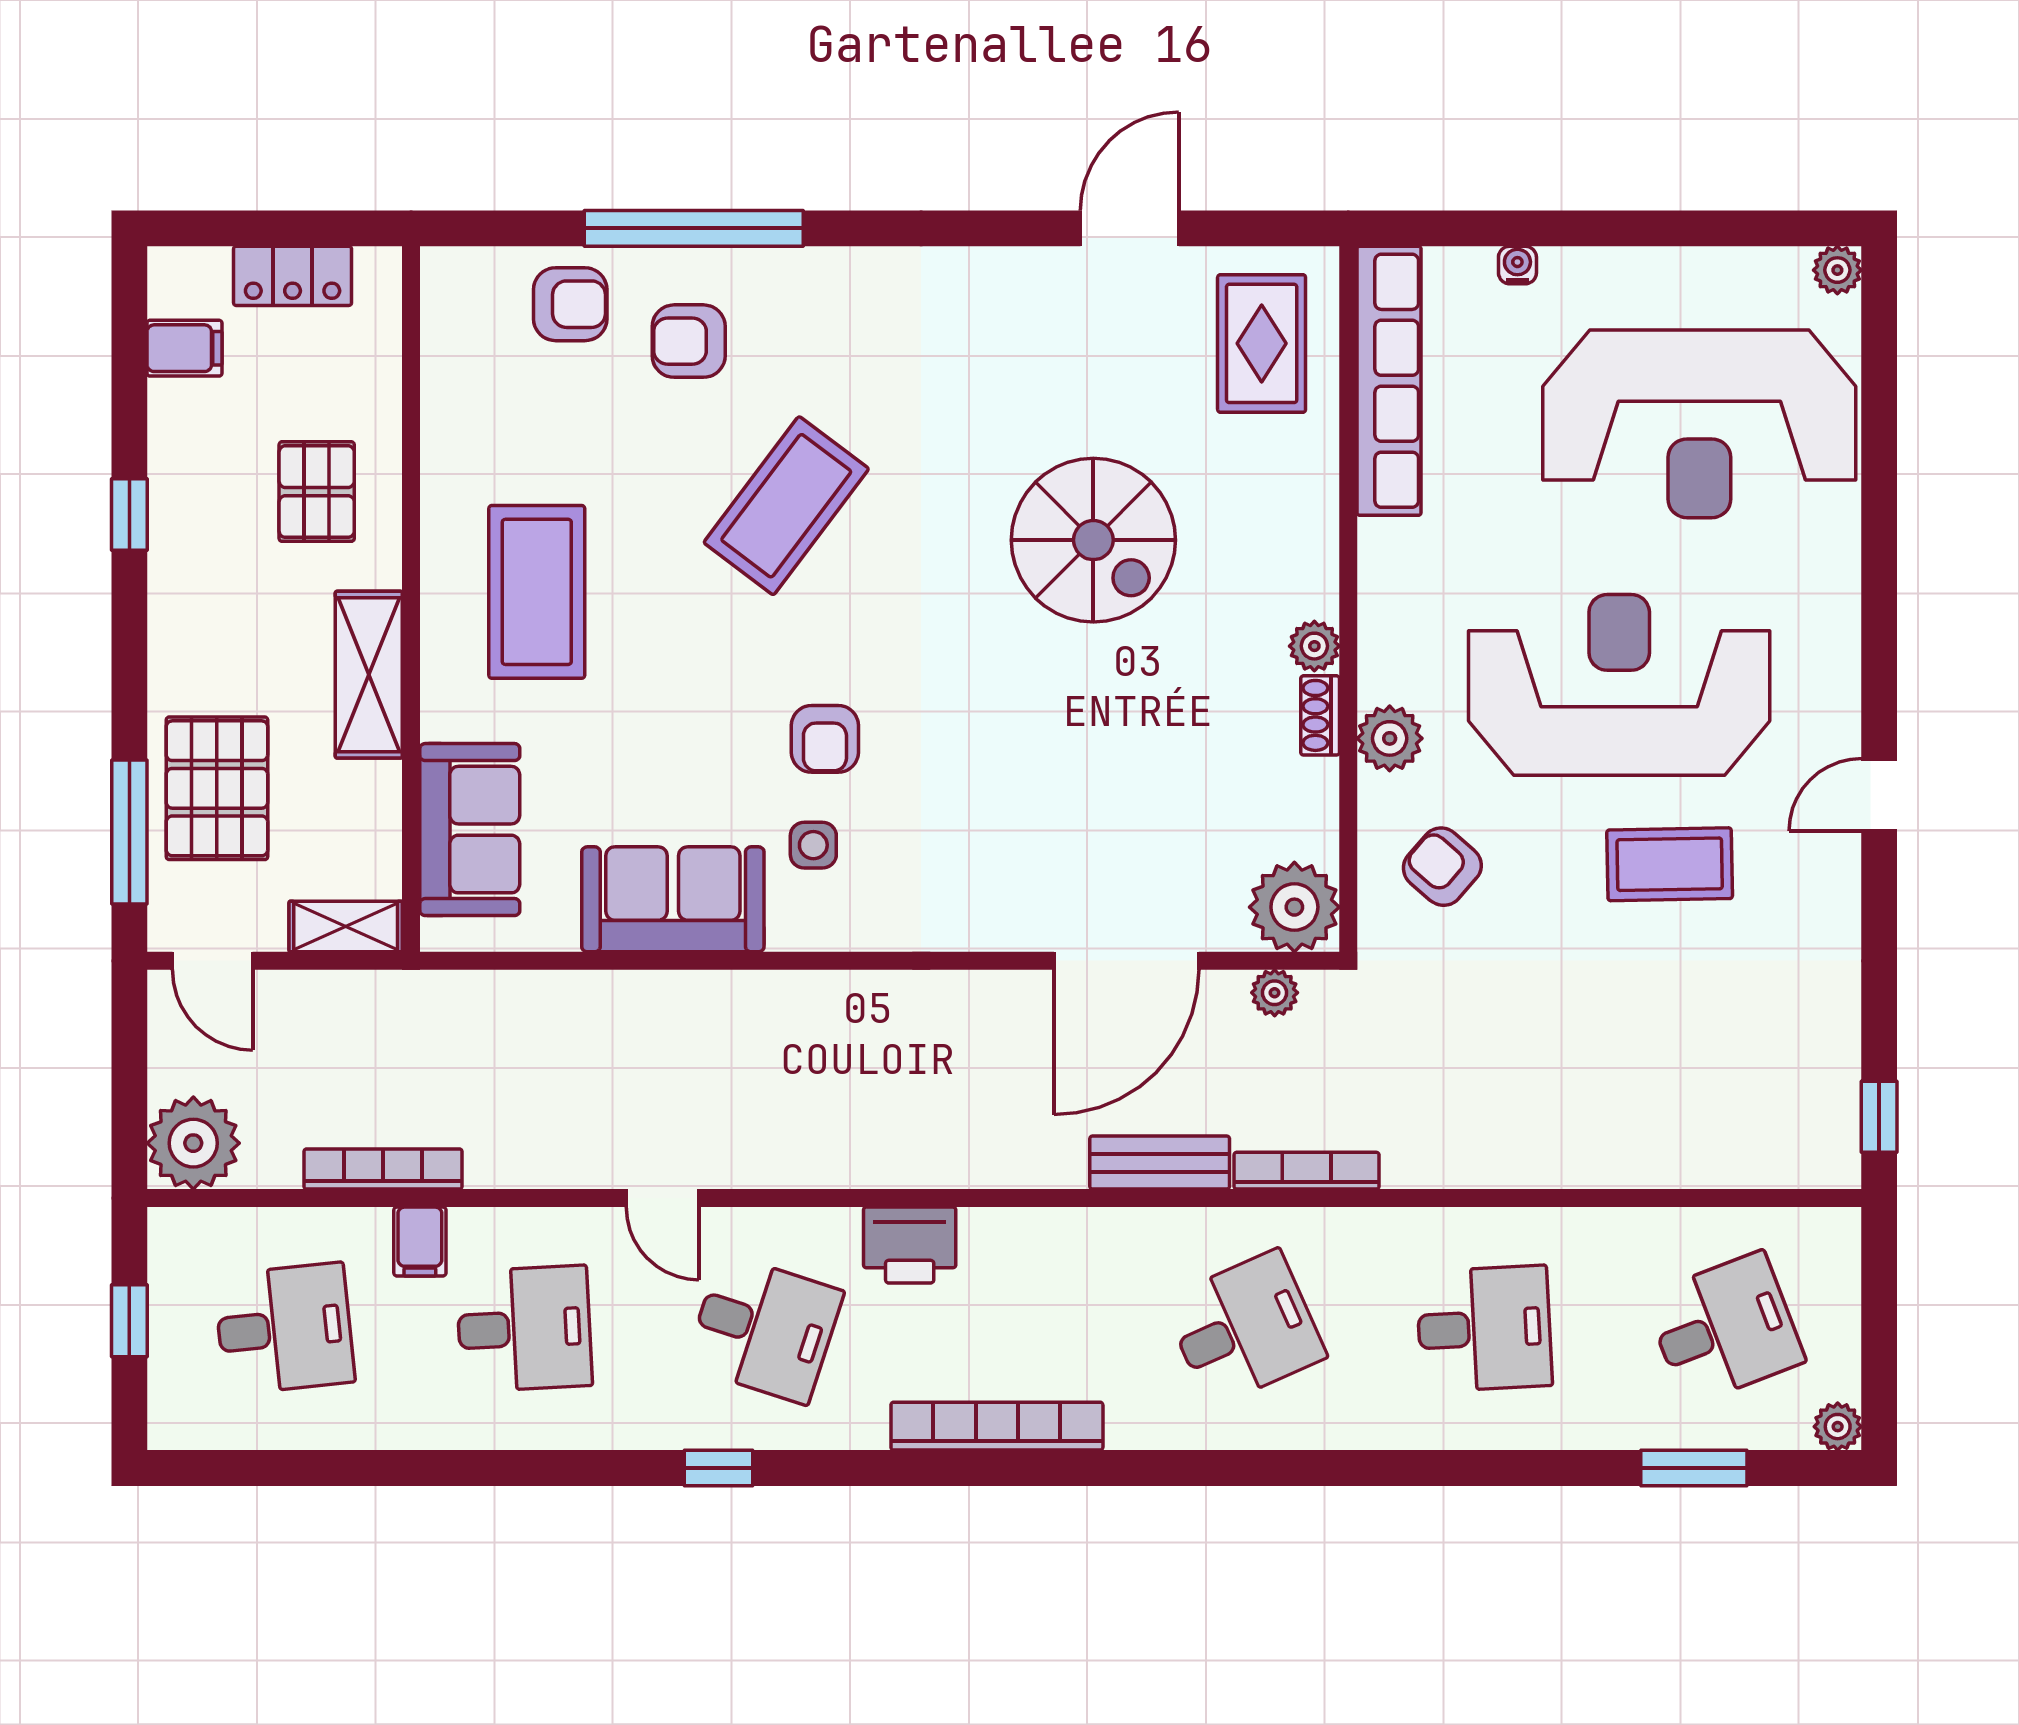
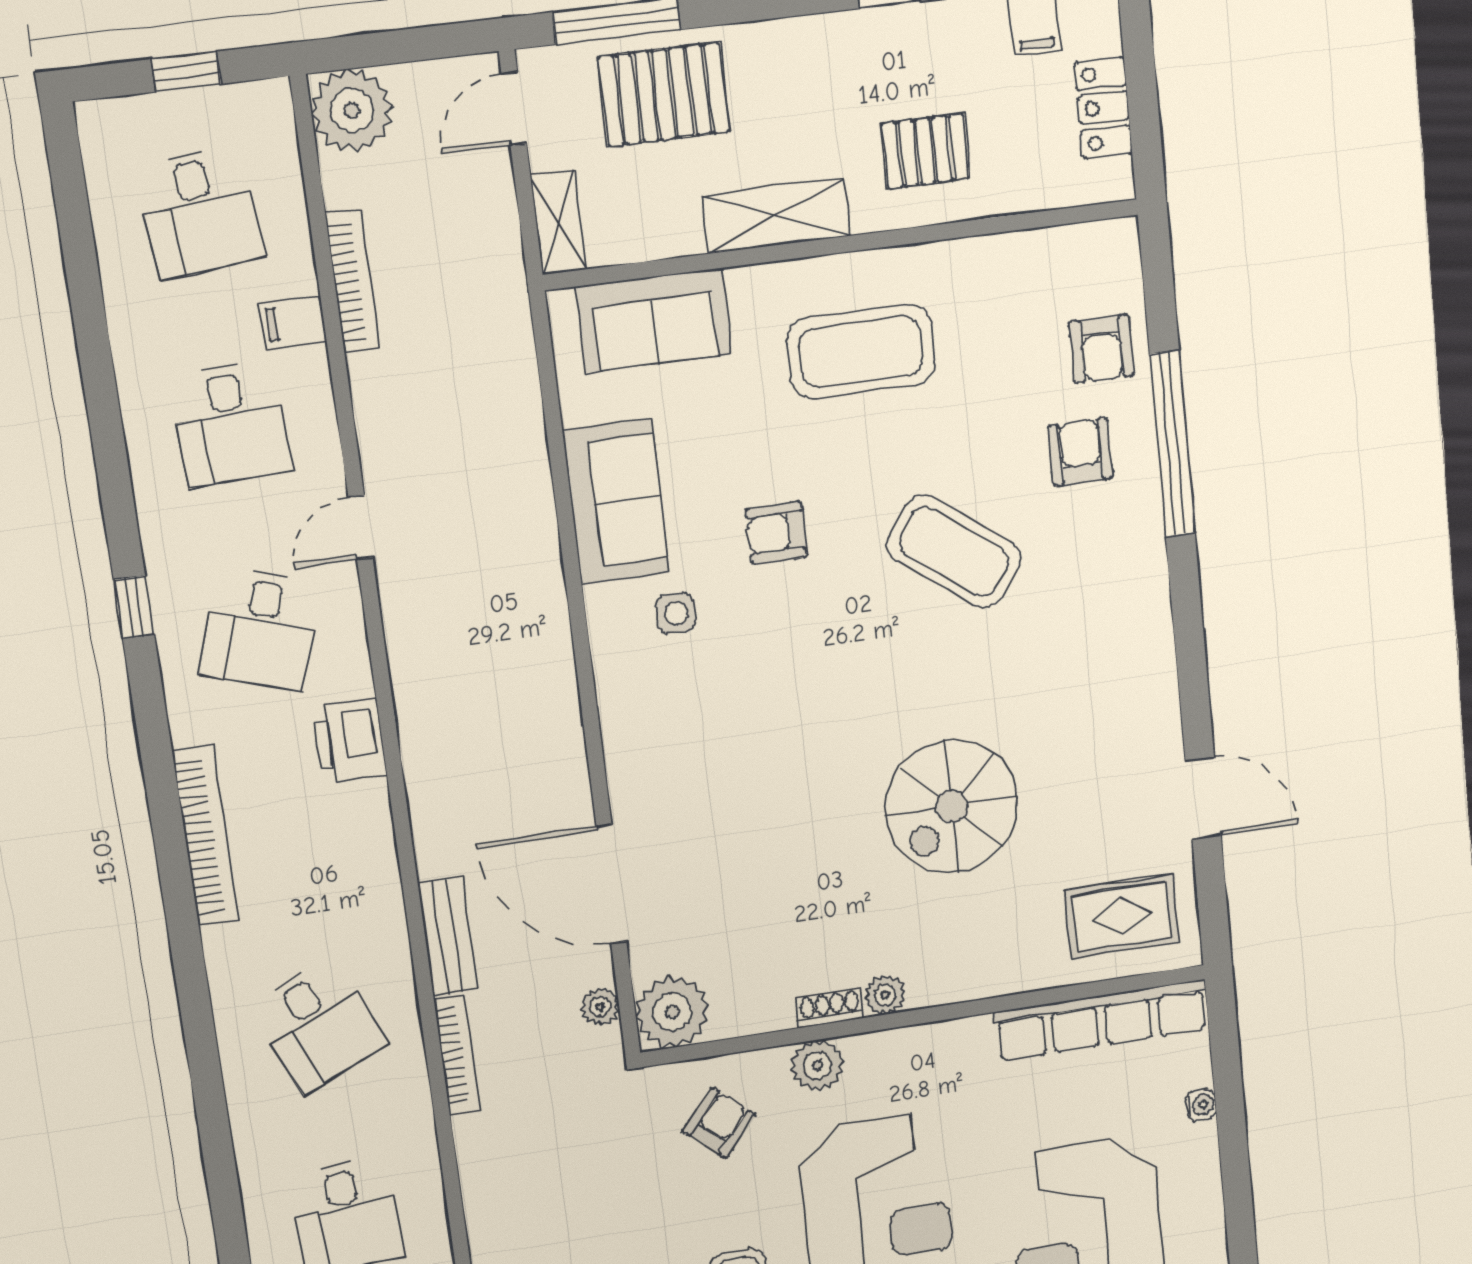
armchair: (825, 739) -> (776, 533), moved

